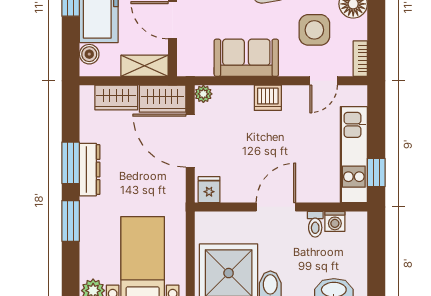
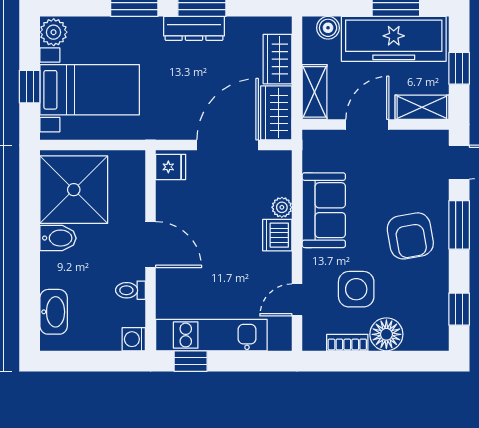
bookcase: (360, 59) -> (347, 343), moved
door: (324, 81) -> (297, 300), hinge flipped
plant: (203, 94) -> (282, 207), moved
washing machine: (335, 221) -> (134, 339), moved

